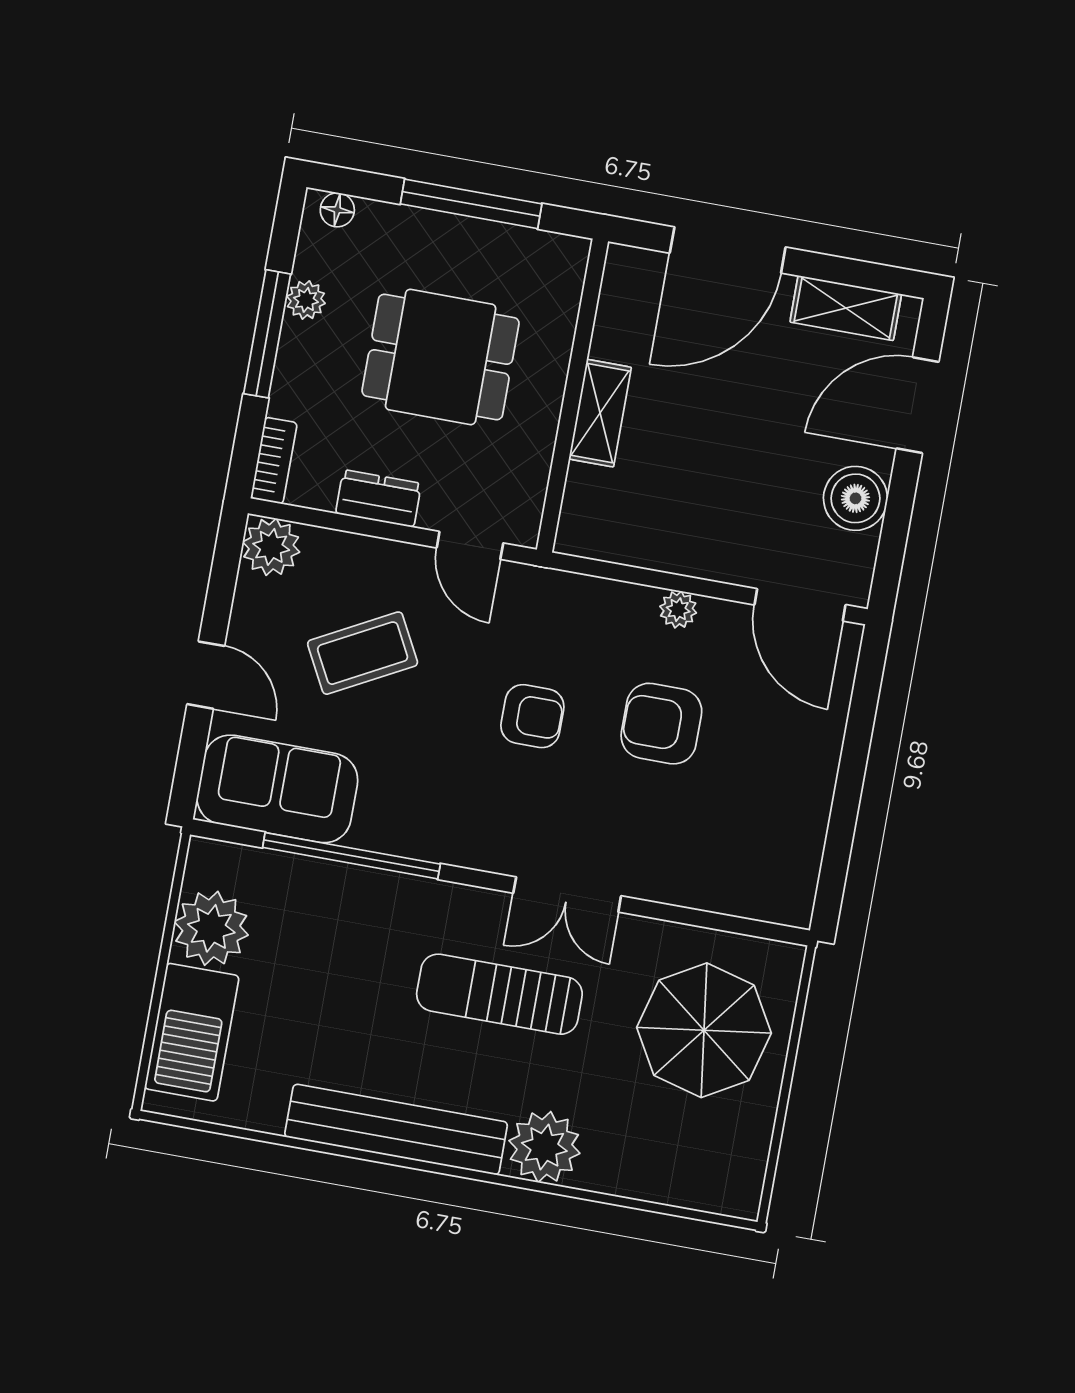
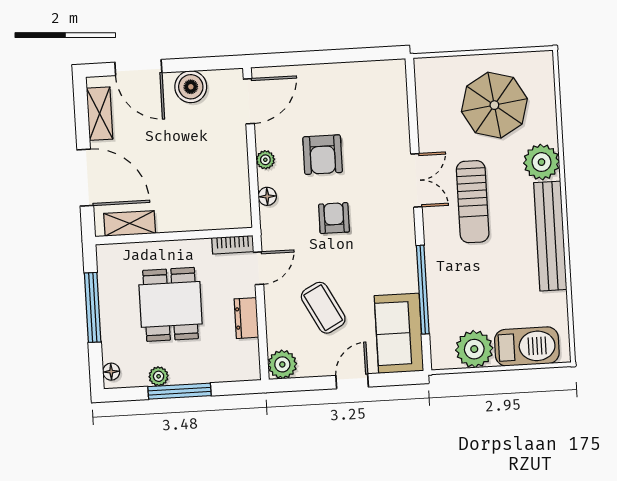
shelving: (600, 413) -> (130, 223), moved
bookcase: (274, 461) -> (233, 245), moved, turned 180
floor lamp: (606, 596) -> (267, 196), added
parasol: (704, 1030) -> (494, 105), moved

